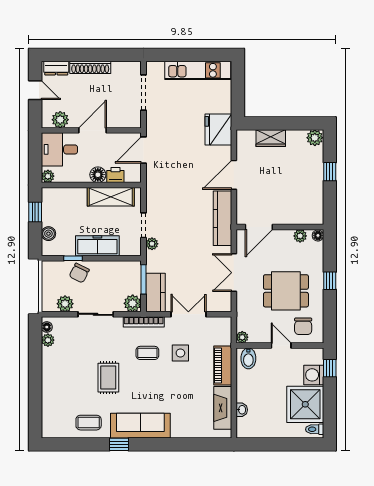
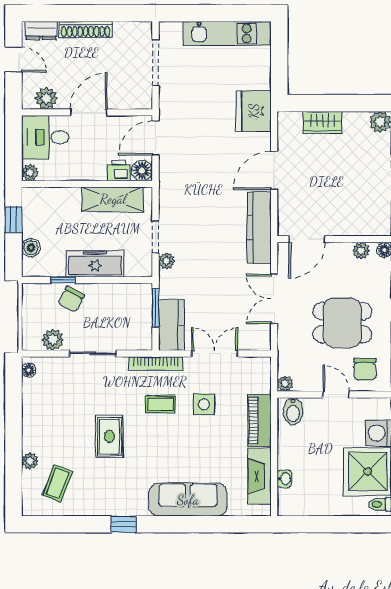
floor lamp: (98, 175) -> (142, 170), moved
plant: (133, 303) -> (141, 339), removed
plant: (48, 340) -> (30, 461), moved
coffee table: (89, 423) -> (58, 484), moved, turned -69
sofa: (140, 426) -> (188, 500), moved

